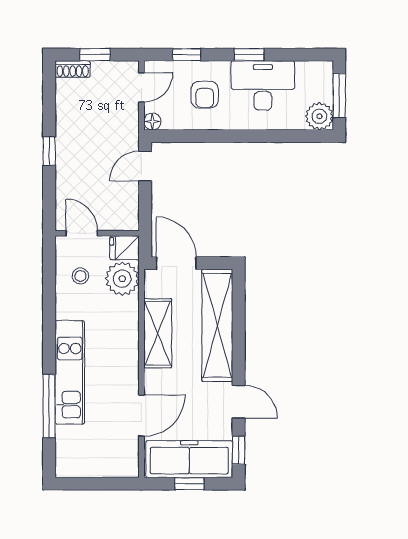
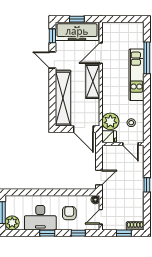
plant: (319, 116) -> (12, 223), moved
shelving: (158, 333) -> (93, 81), moved

